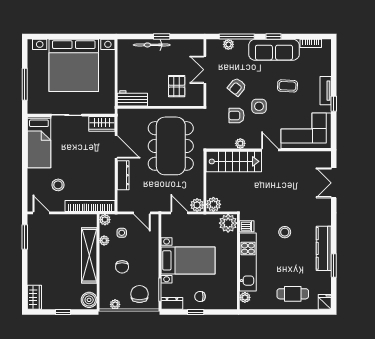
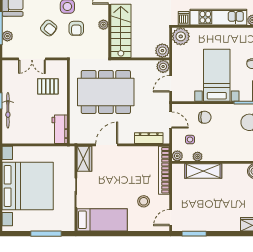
dresser: (123, 175) -> (149, 138), moved
door: (142, 213) -> (171, 120), hinge flipped
shelving: (89, 255) -> (203, 171), width x0.68
chair: (122, 267) -> (205, 117), moved

